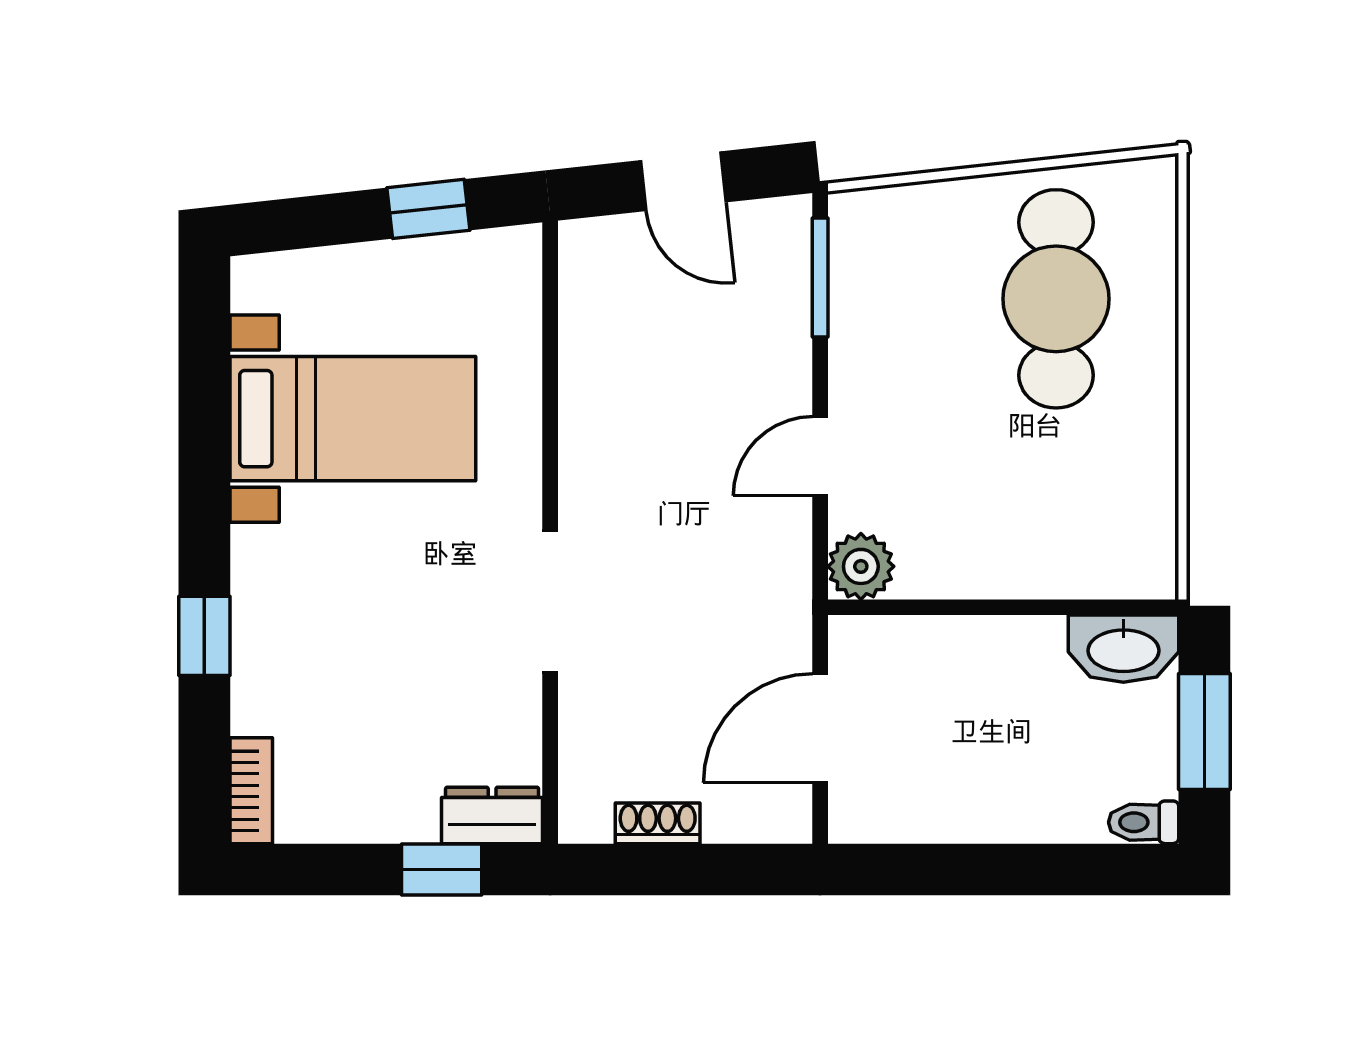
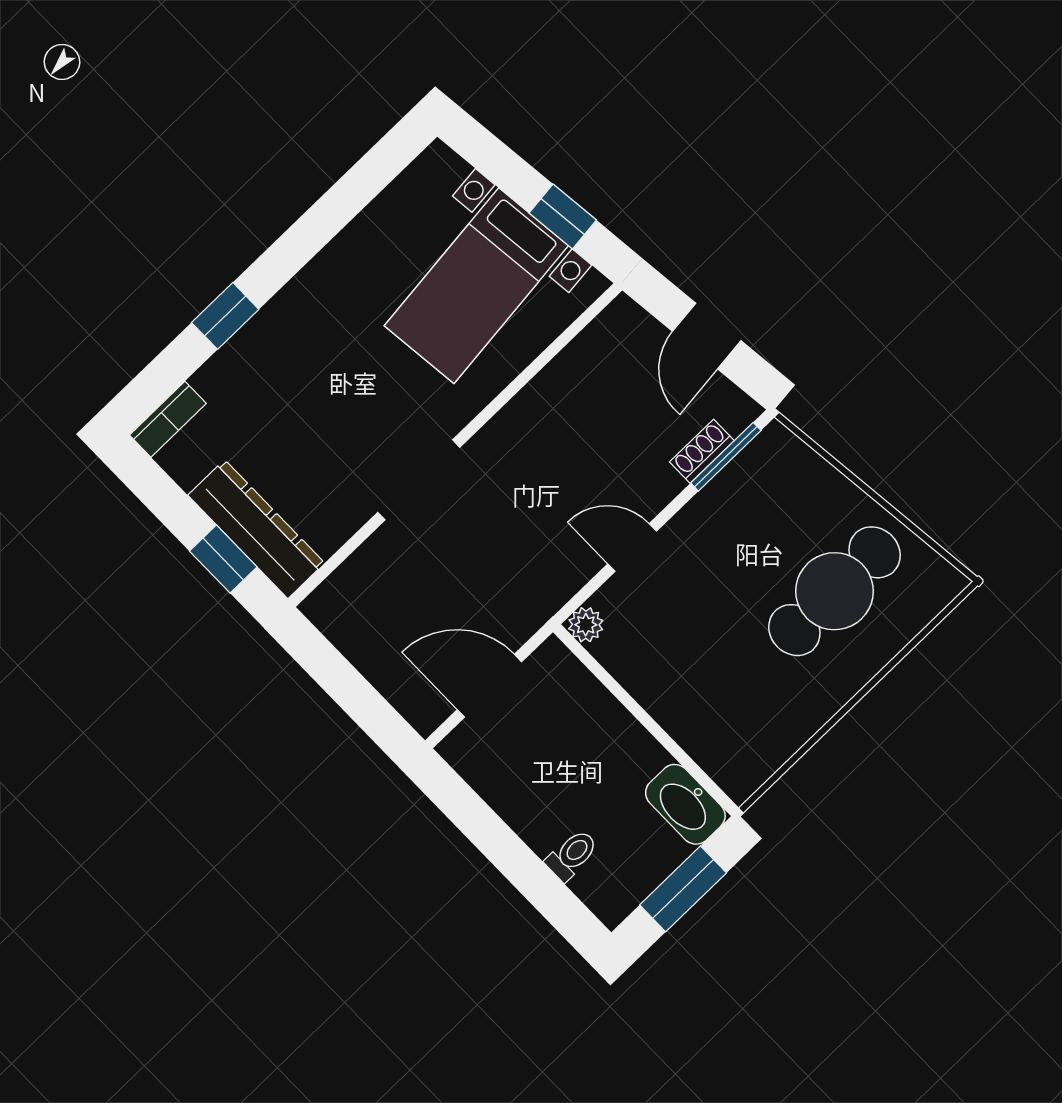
bed with nightstands: (353, 419) -> (476, 286), moved, turned 84
plant: (861, 566) -> (586, 625), width x0.73, depth x0.73
dresser: (492, 815) -> (256, 529), width x1.96, depth x1.24
toilet: (1144, 822) -> (572, 855), moved, turned 90
shoe rack: (658, 823) -> (702, 451), moved, turned -90

